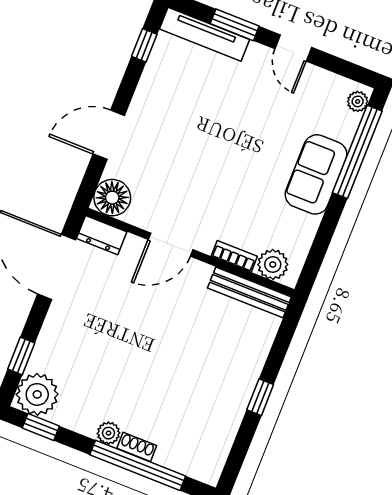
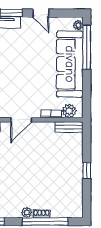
sofa: (316, 174) -> (70, 64), width x1.85, depth x1.27
bench: (249, 292) -> (69, 127), width x0.73

